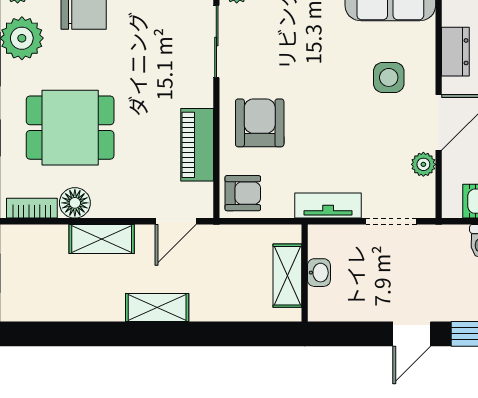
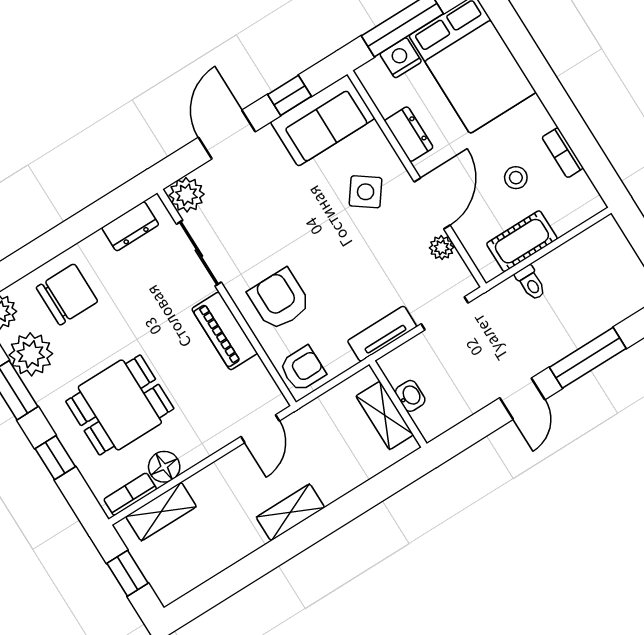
side table: (389, 77) -> (366, 192), turned 36
piano: (197, 145) -> (225, 331), moved
shelving: (102, 239) -> (161, 512), moved

